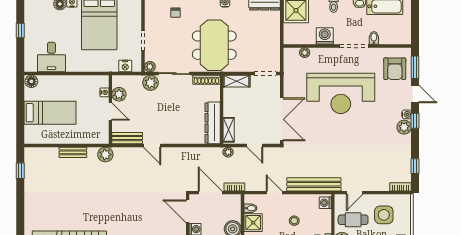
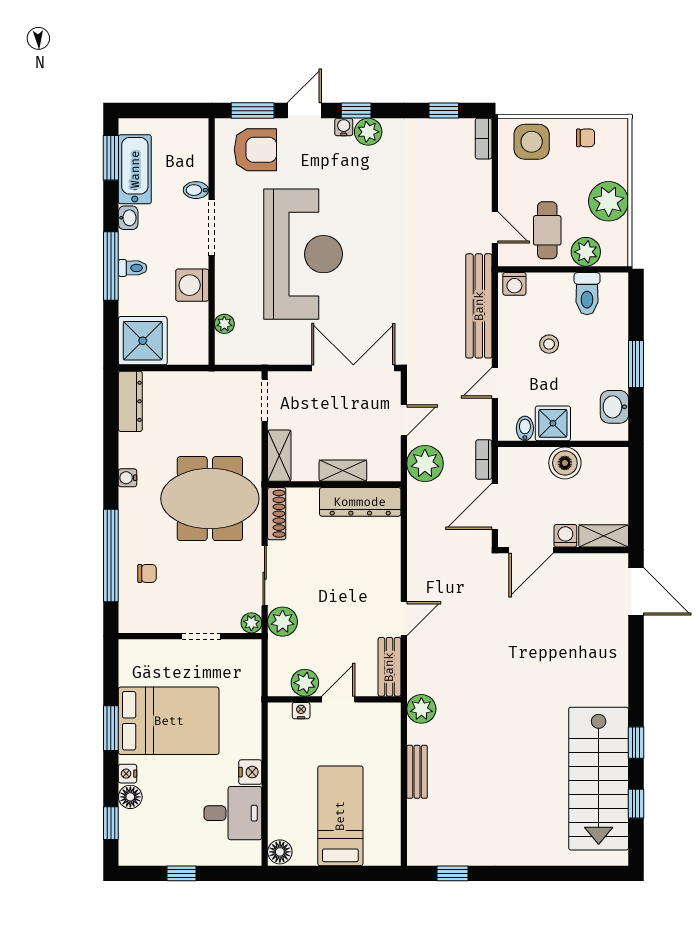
nightstand: (125, 66) -> (250, 772), moved
shelving: (229, 130) -> (343, 471), moved
plant: (228, 152) -> (425, 463), width x1.88, depth x1.88
side table: (384, 215) -> (532, 142), moved

